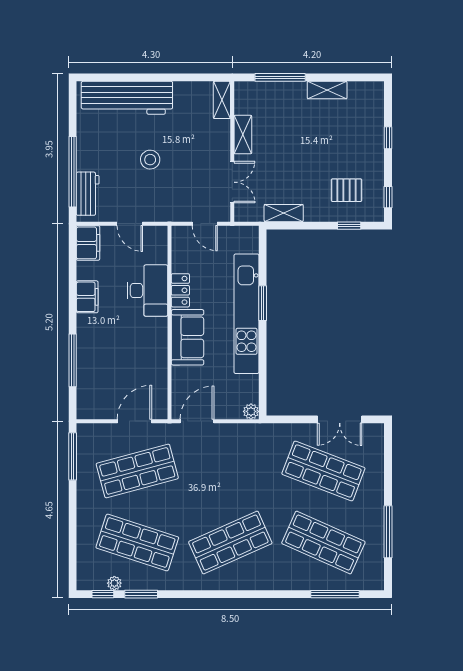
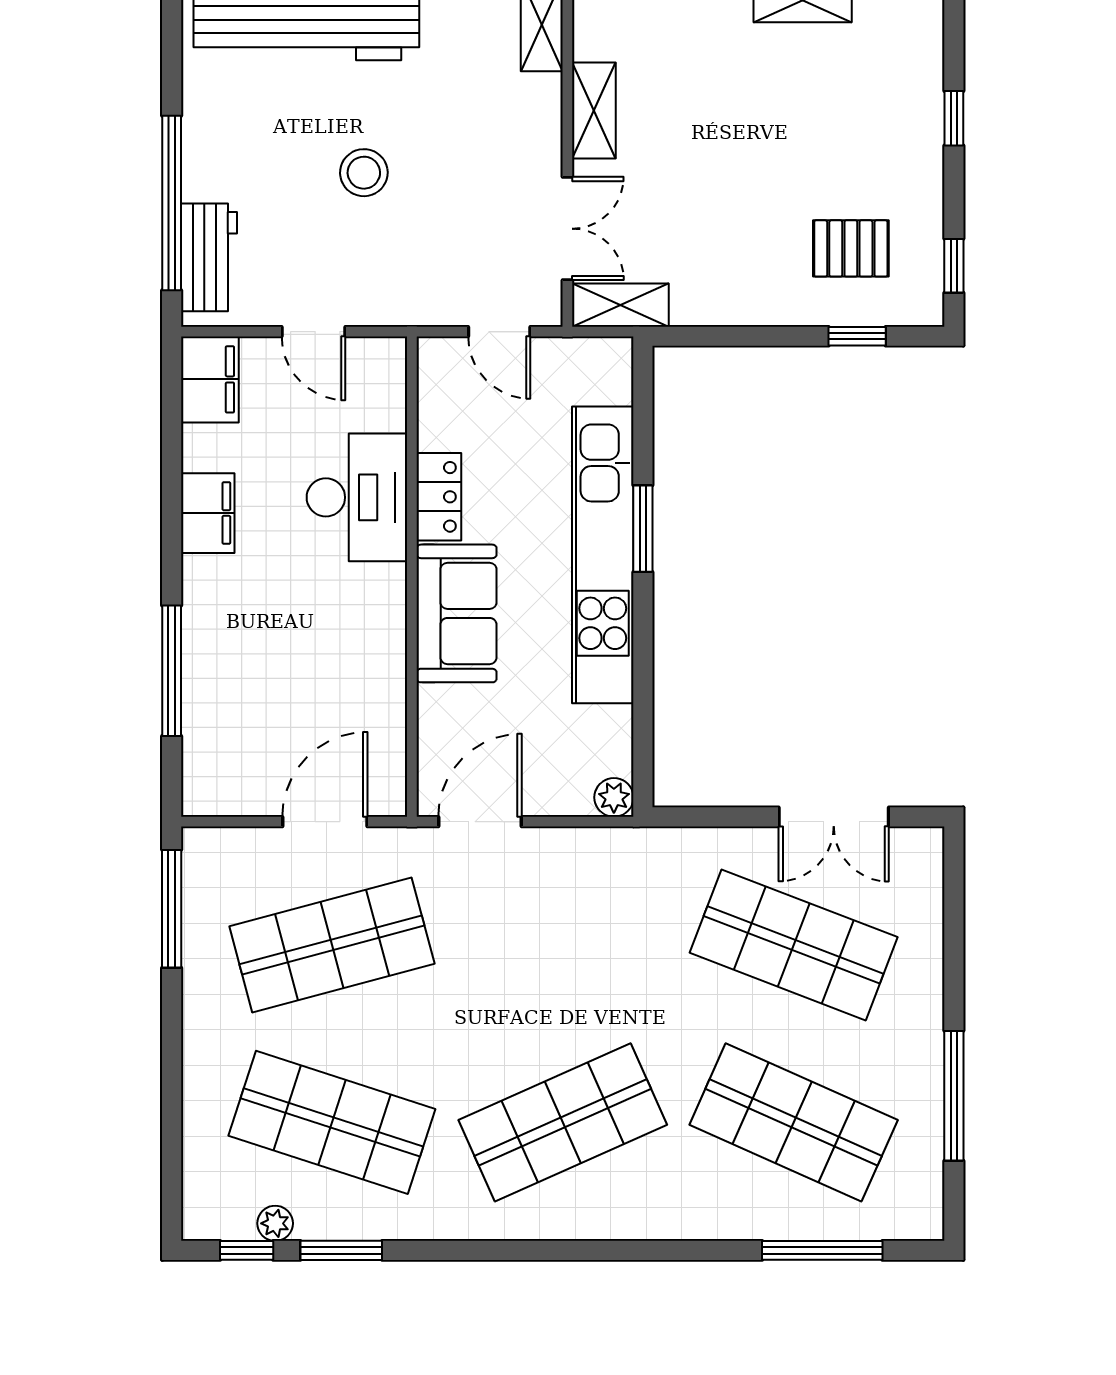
shelving: (284, 213) -> (620, 305), moved

